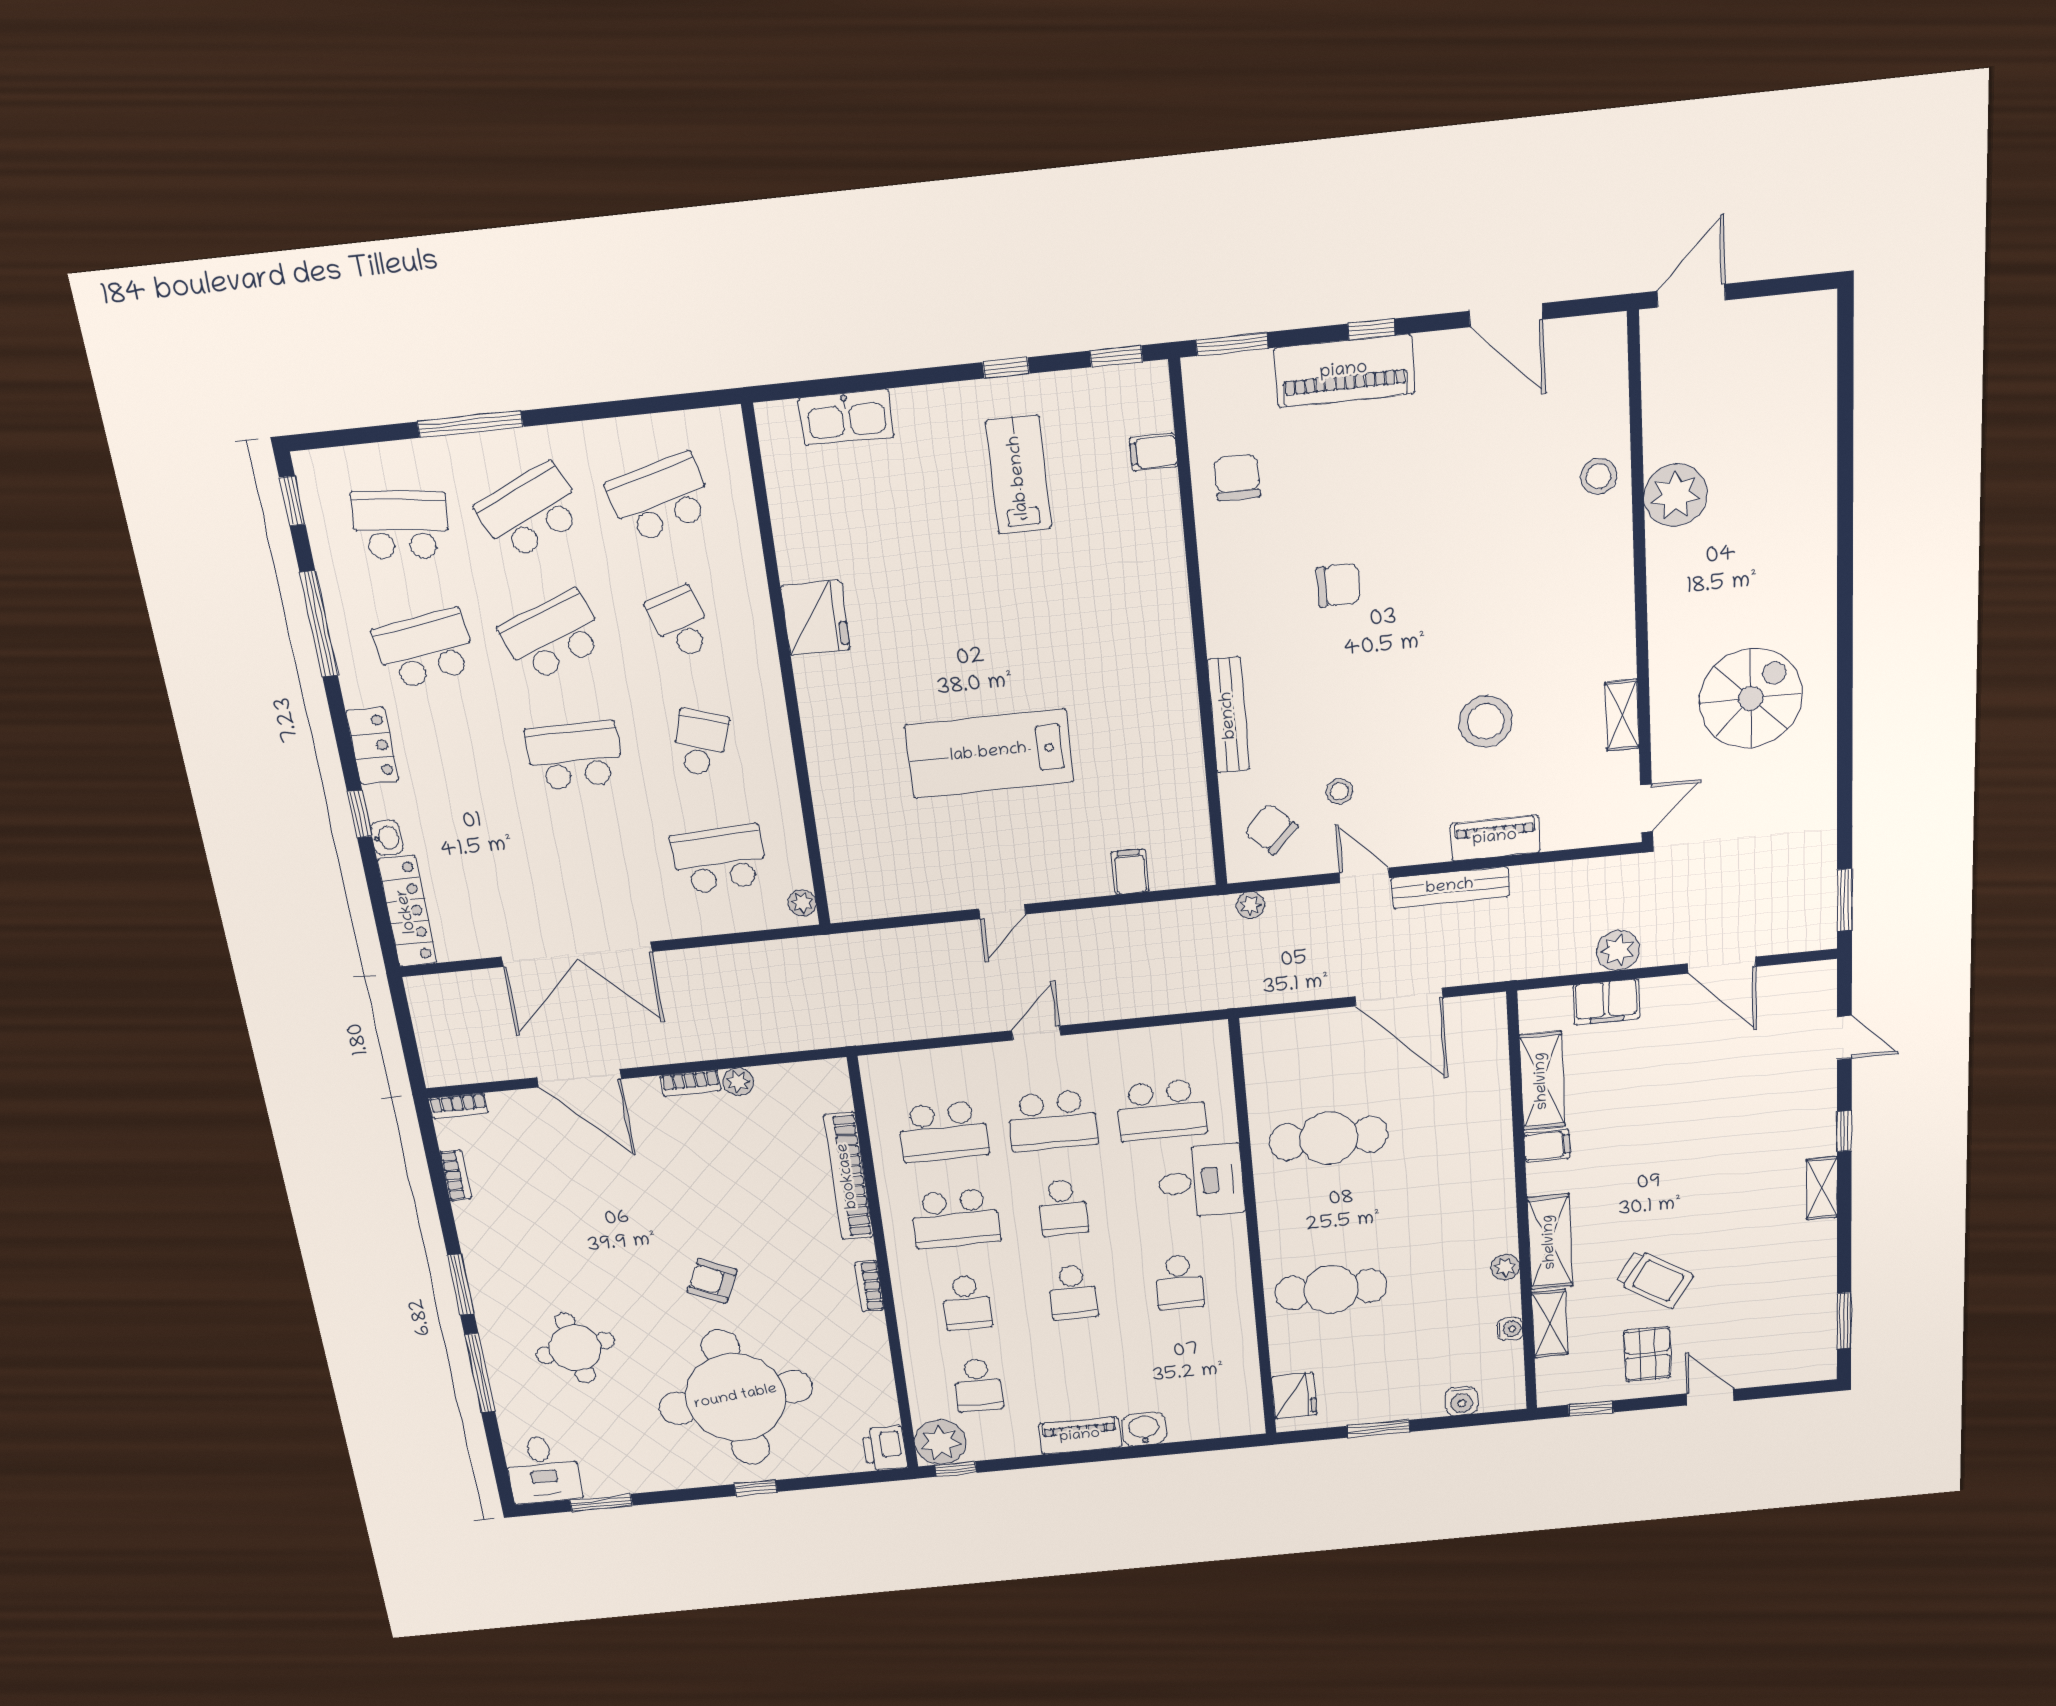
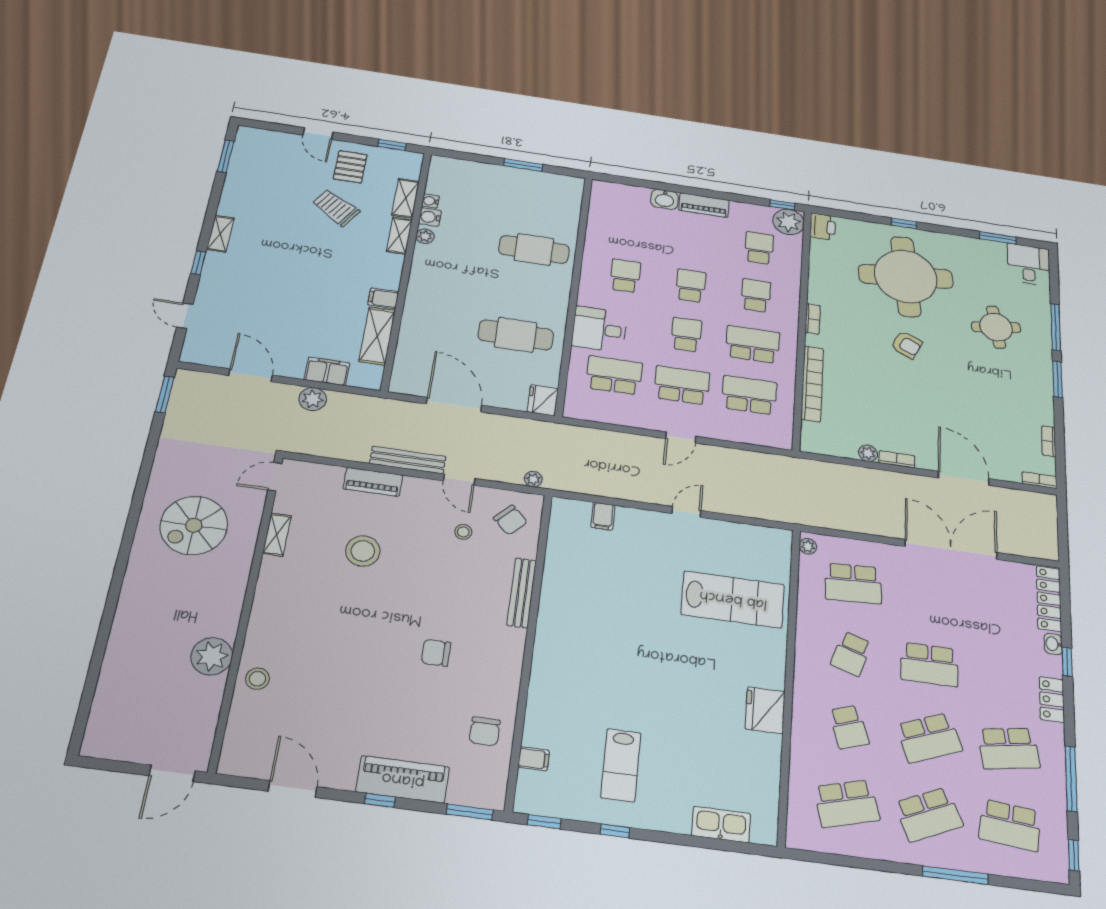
lab bench: (989, 753) -> (733, 599), moved
shelving: (1550, 1242) -> (399, 236), width x0.67, depth x0.75
fridge: (1294, 1396) -> (543, 400), moved
water cooler: (1462, 1401) -> (430, 217), moved, turned -90

